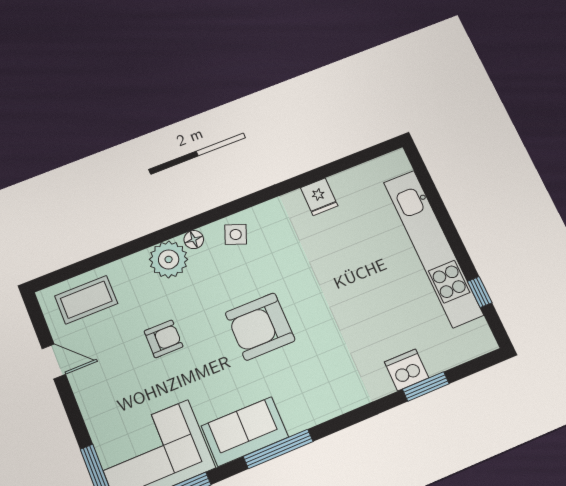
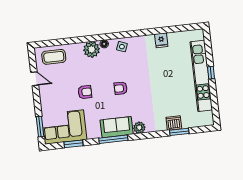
window: (480, 292) -> (211, 73), moved
armchair: (260, 327) -> (121, 88), width x0.53, depth x0.53
armchair: (164, 339) -> (85, 92), moved
plant: (331, 404) -> (139, 128), added
sofa: (245, 431) -> (117, 127), moved

